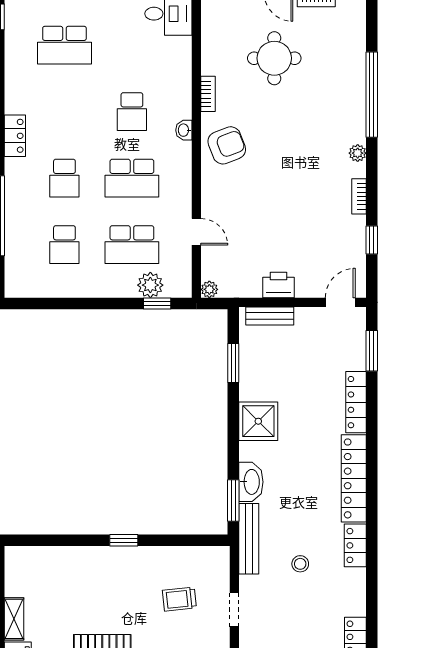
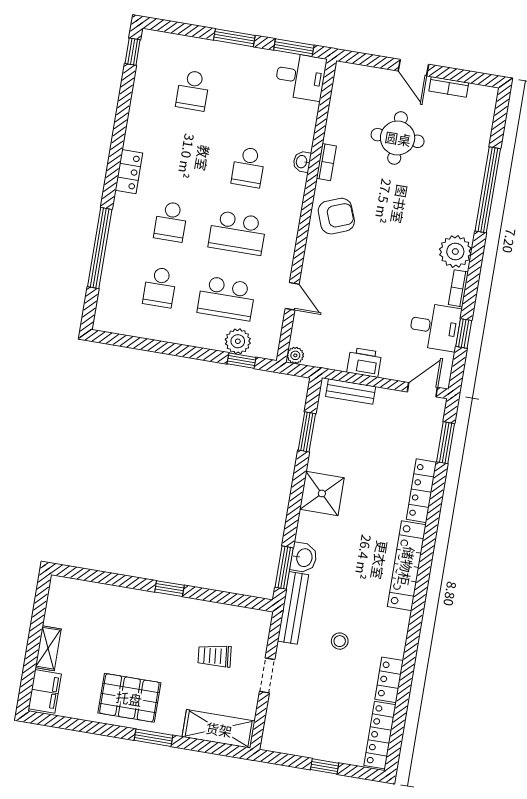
school desk: (64, 45) -> (193, 90), width x0.54
washbasin: (184, 130) -> (302, 162), moved
plant: (358, 153) -> (455, 252), width x1.88, depth x1.88
desk: (342, 238) -> (435, 327), added
washbasin: (251, 482) -> (304, 558), width x0.72
locker: (355, 545) -> (389, 680), moved

